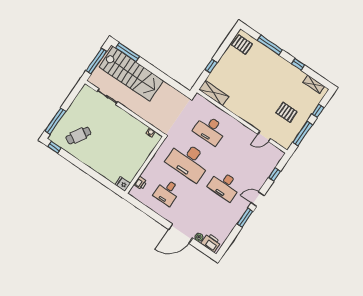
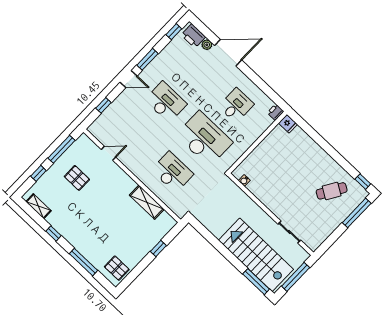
shelving: (214, 93) -> (147, 202), moved
printer: (140, 183) -> (276, 112), moved
window: (227, 243) -> (174, 32), added

